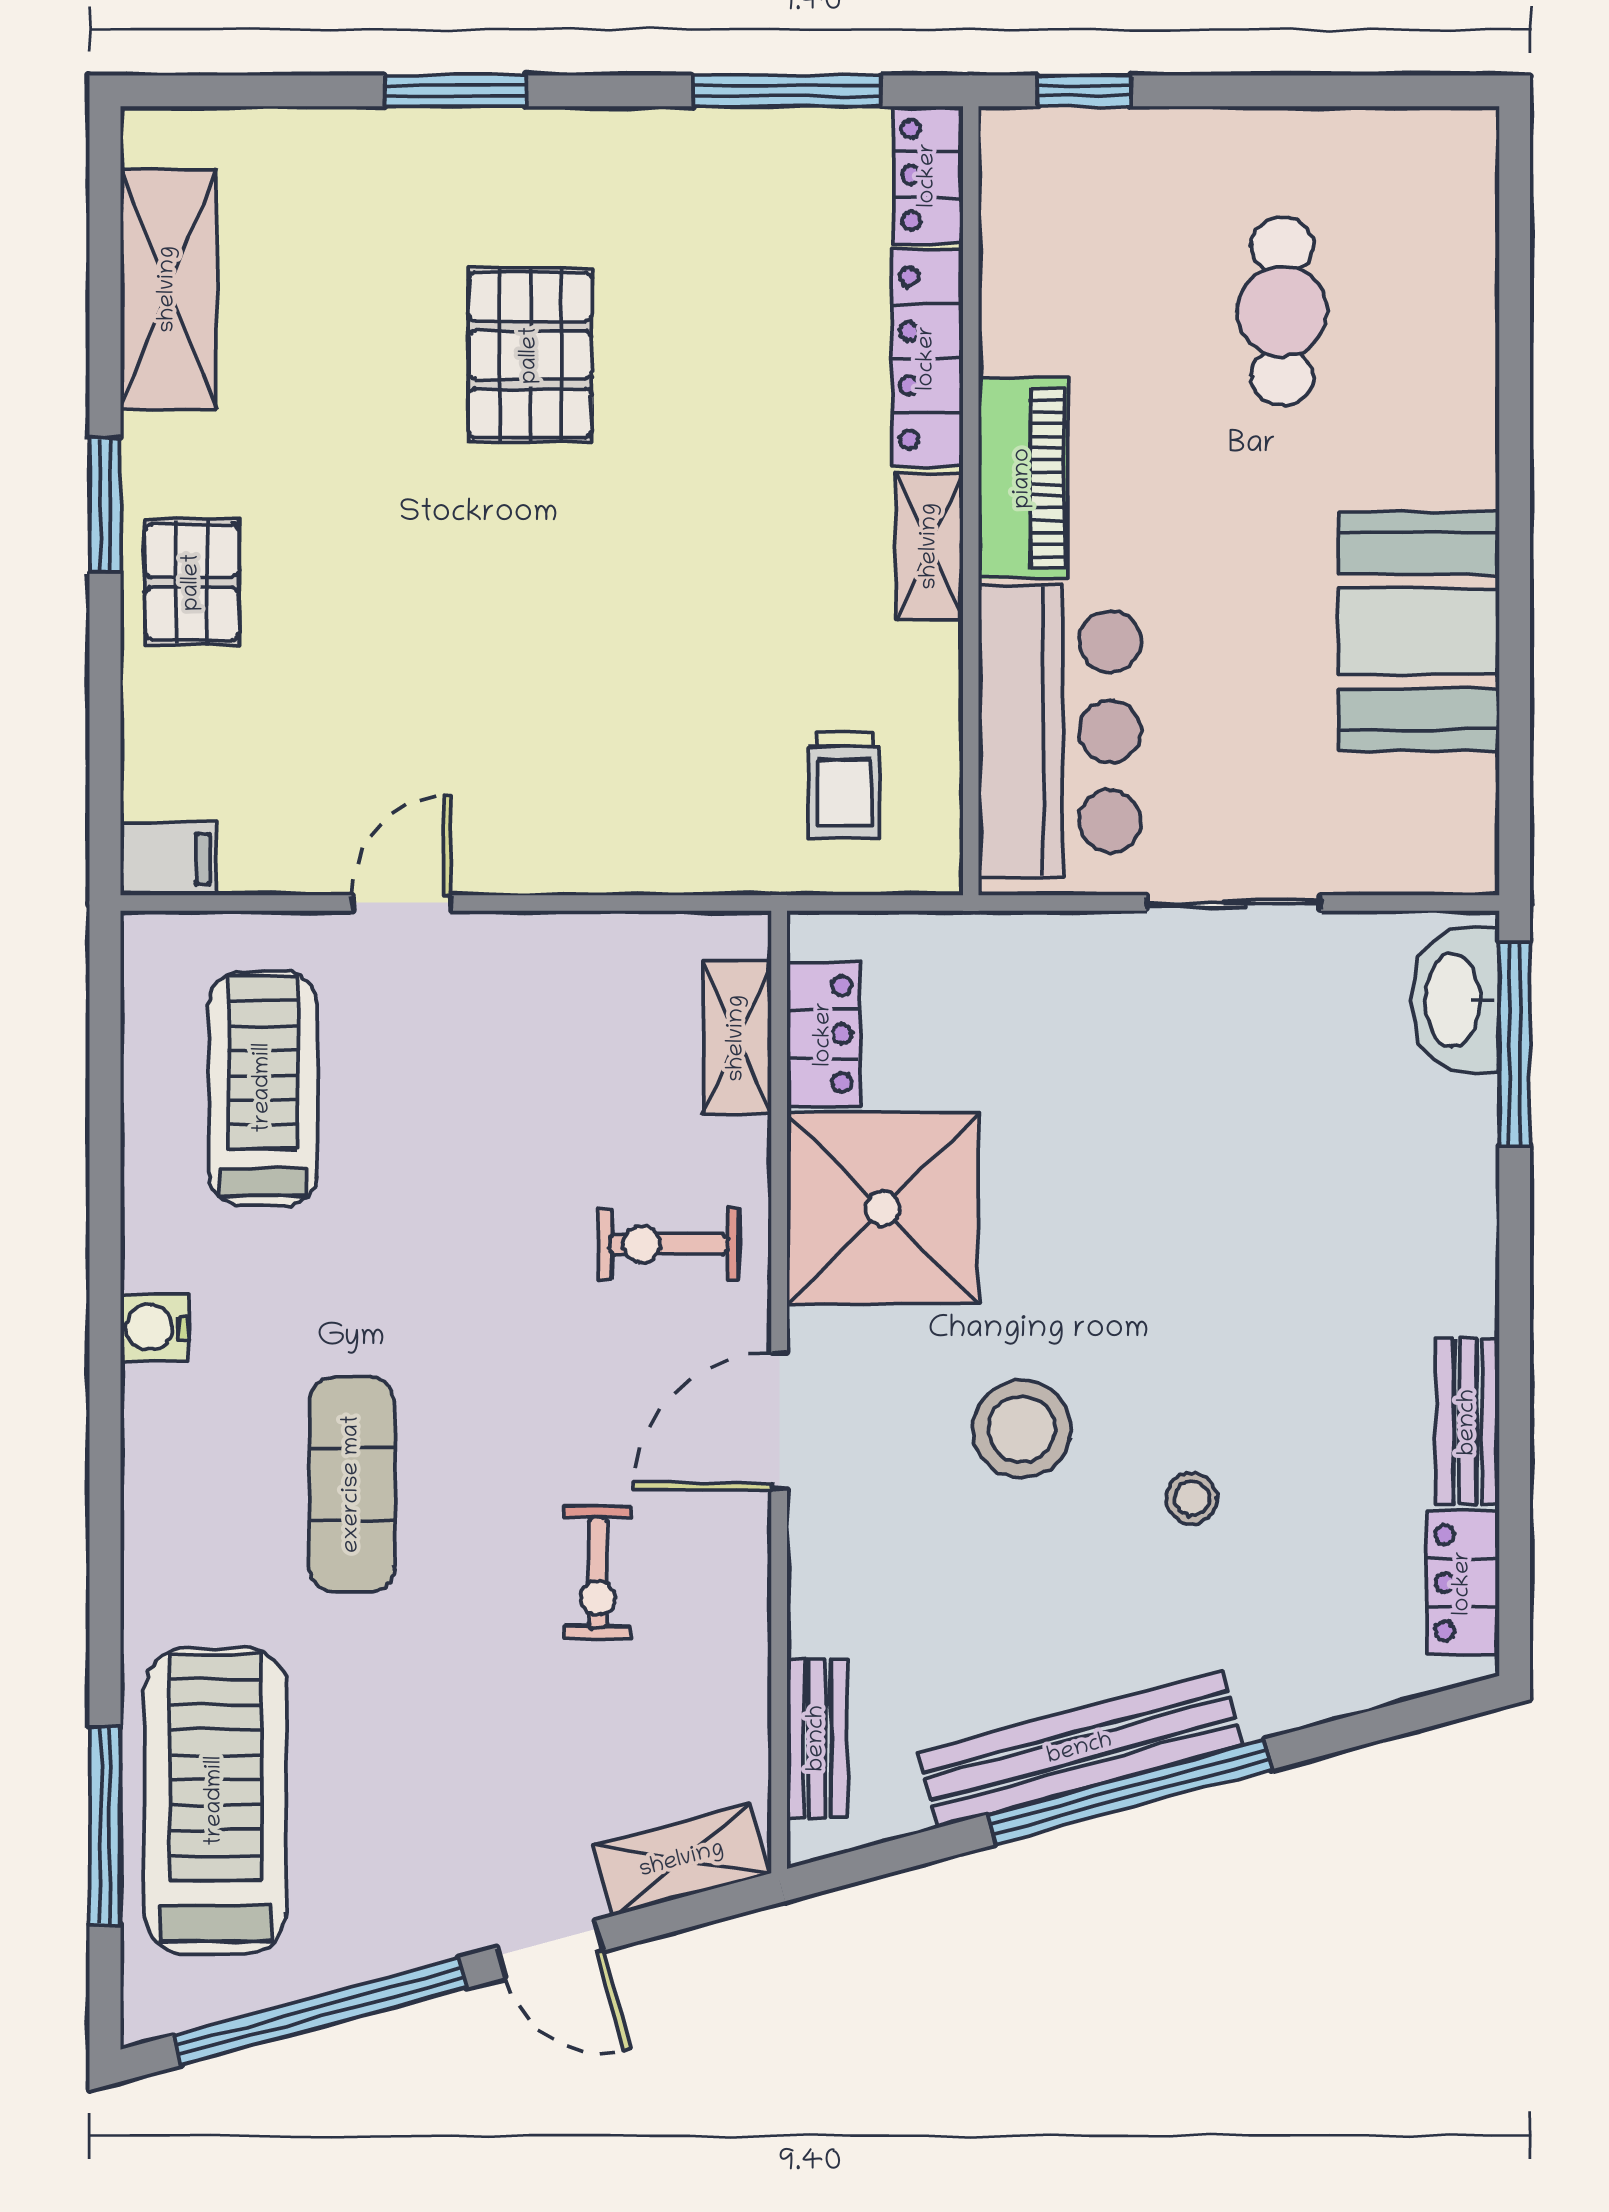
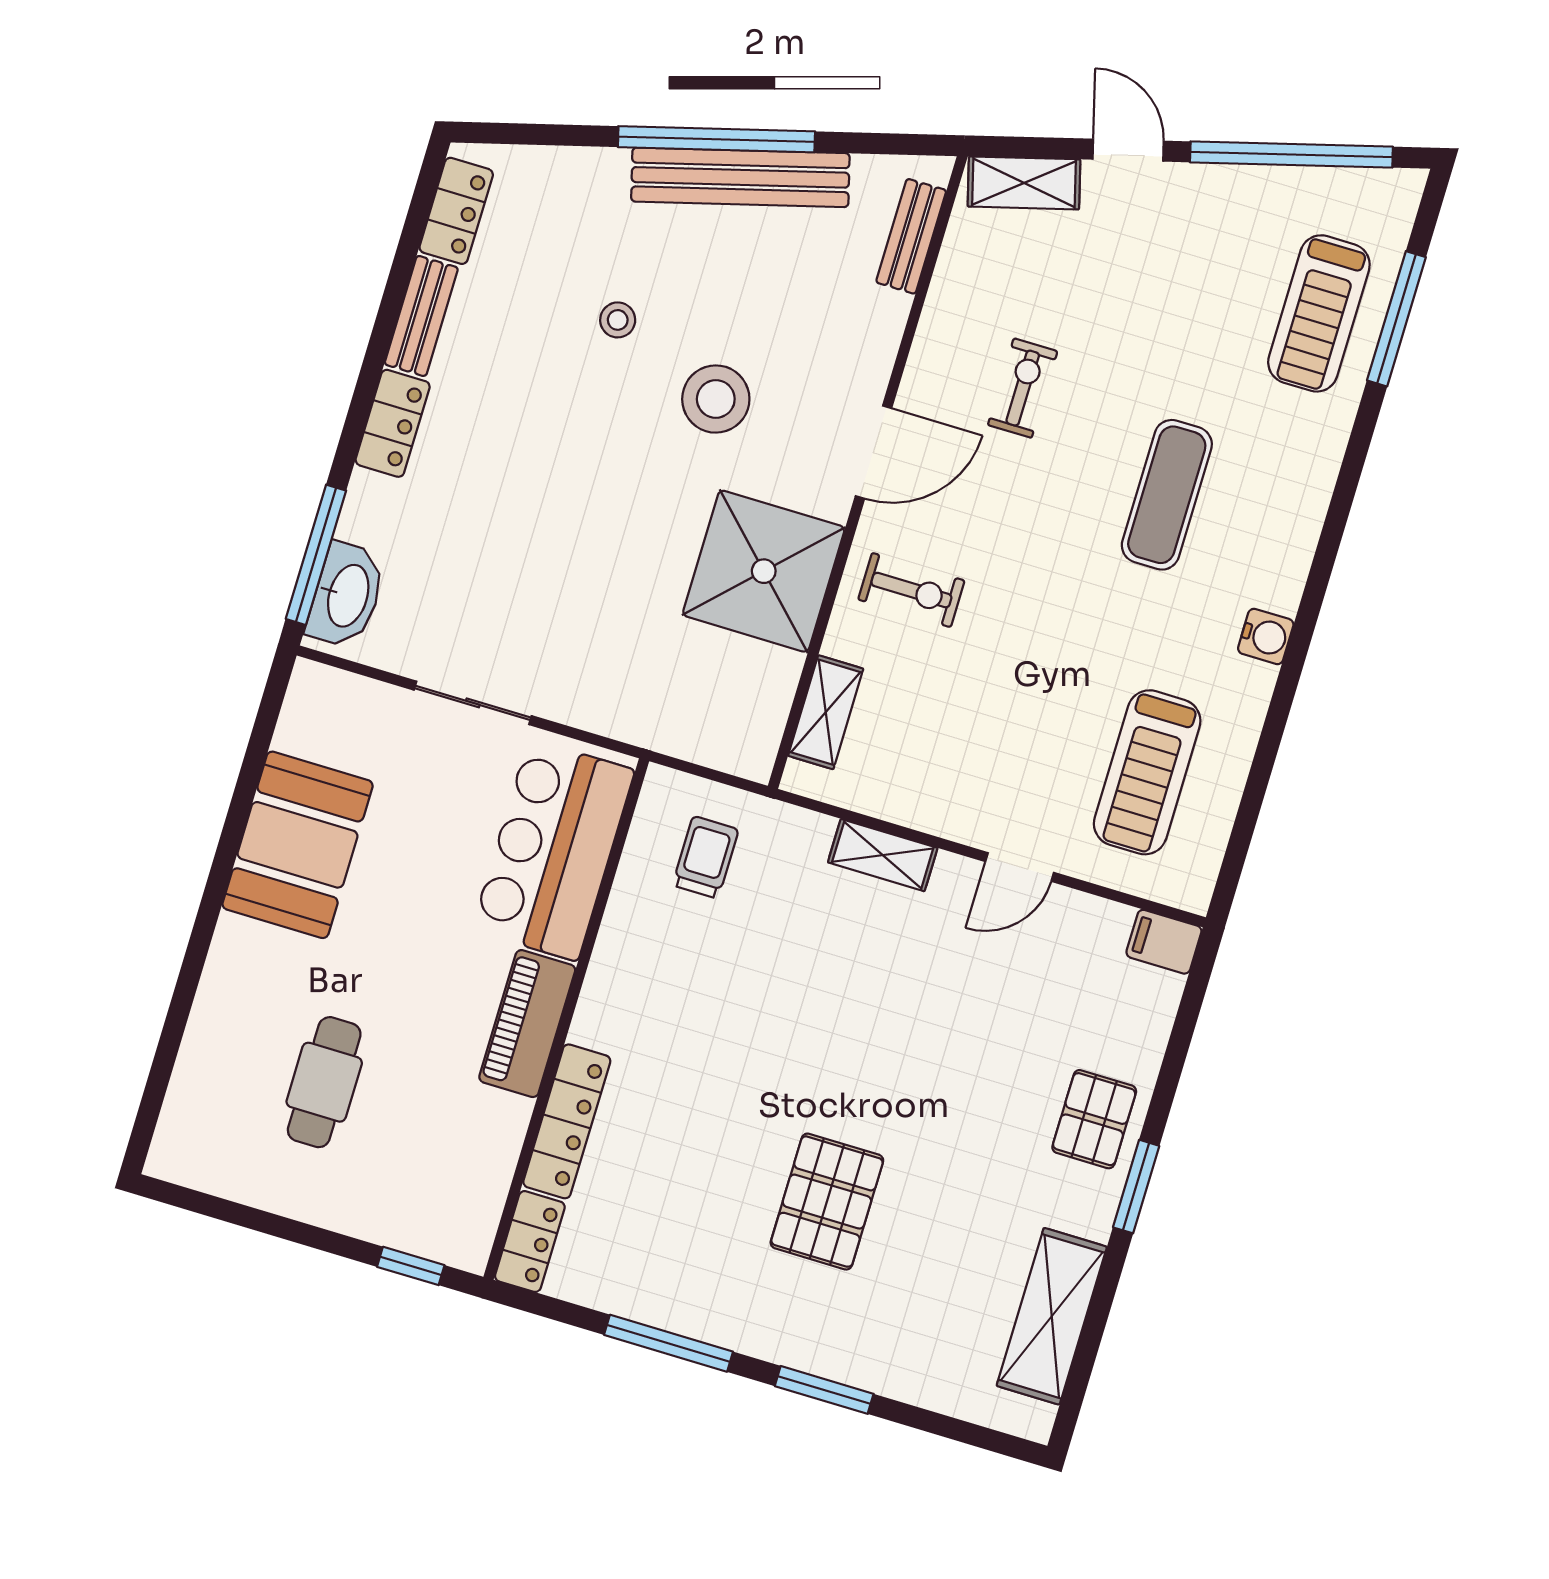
window: (787, 91) -> (669, 1343), moved
shelving: (930, 546) -> (883, 855), moved, turned 90
locker: (824, 1034) -> (393, 423), moved, turned 180
treadmill: (215, 1801) -> (1319, 313), width x0.73, depth x0.73

